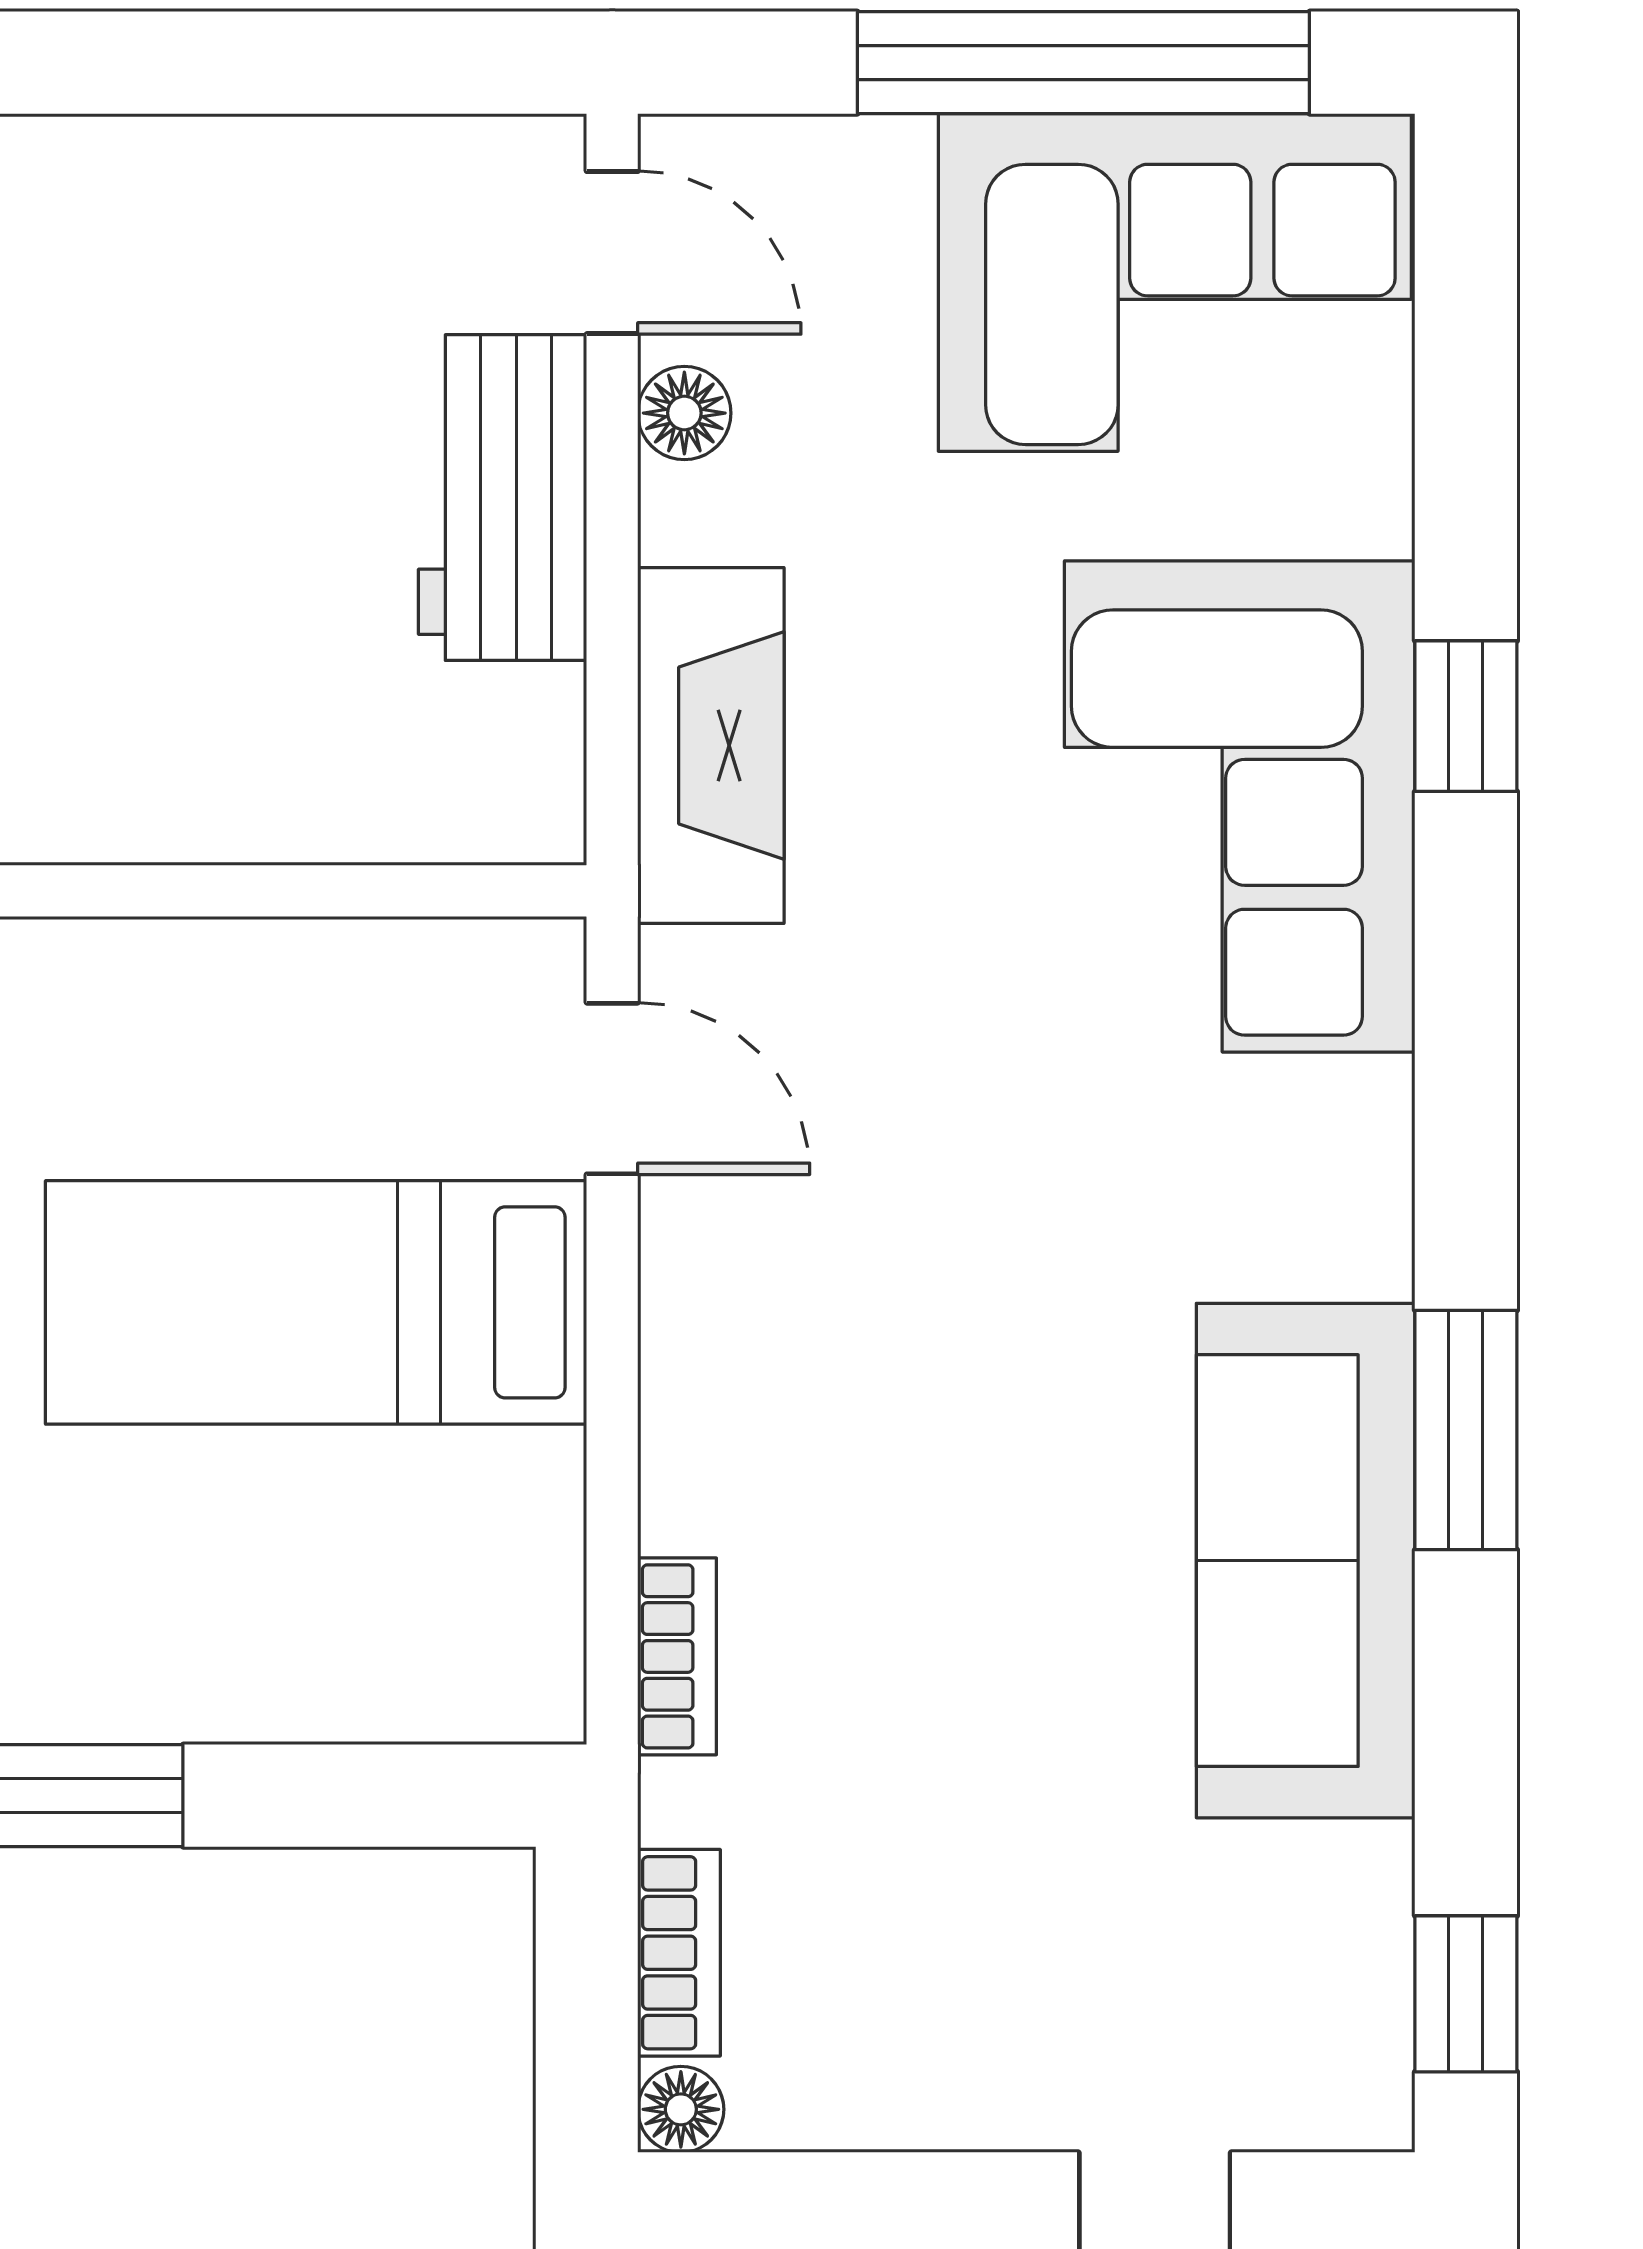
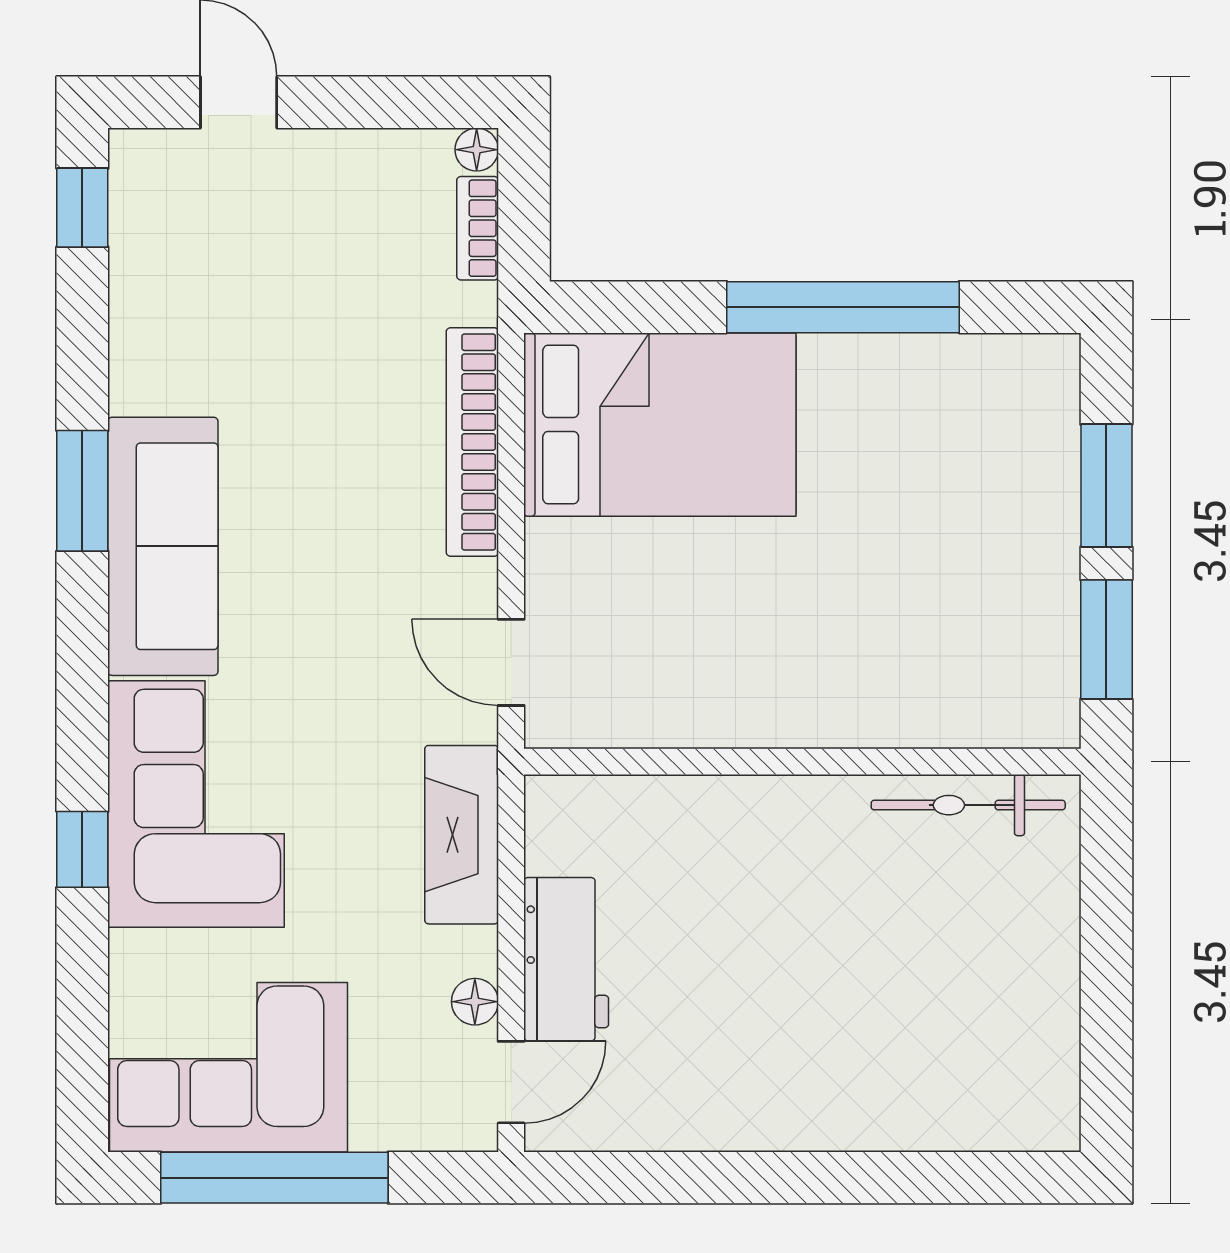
door: (612, 253) -> (511, 1082), swing flipped
bed: (316, 1302) -> (660, 425), moved, width x1.50
sofa: (1306, 1561) -> (163, 546), moved
bookcase: (677, 1656) -> (472, 442), width x2.31, depth x1.31

